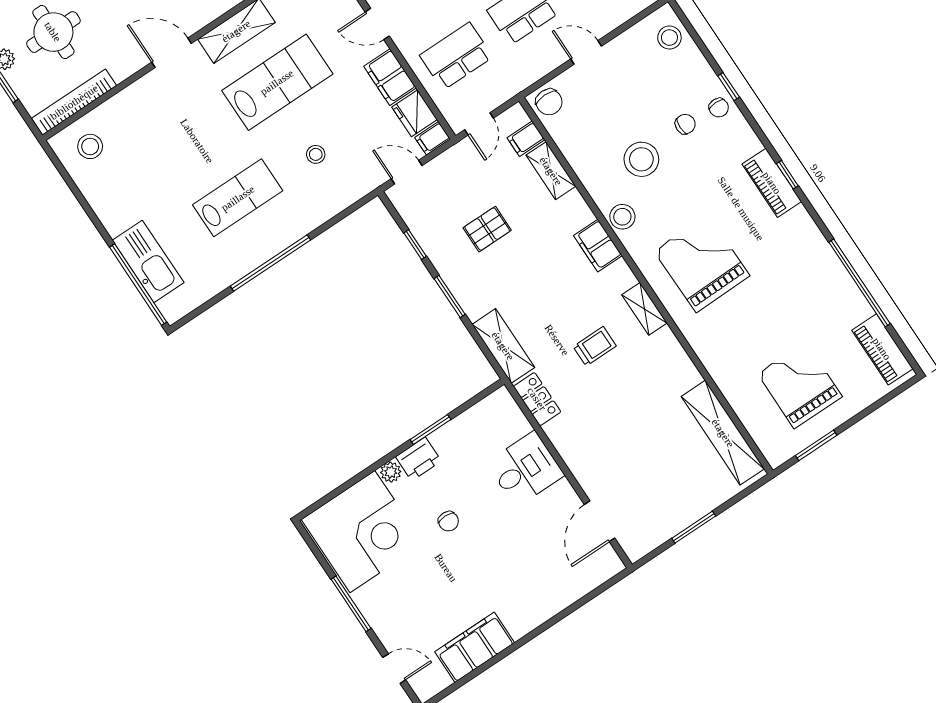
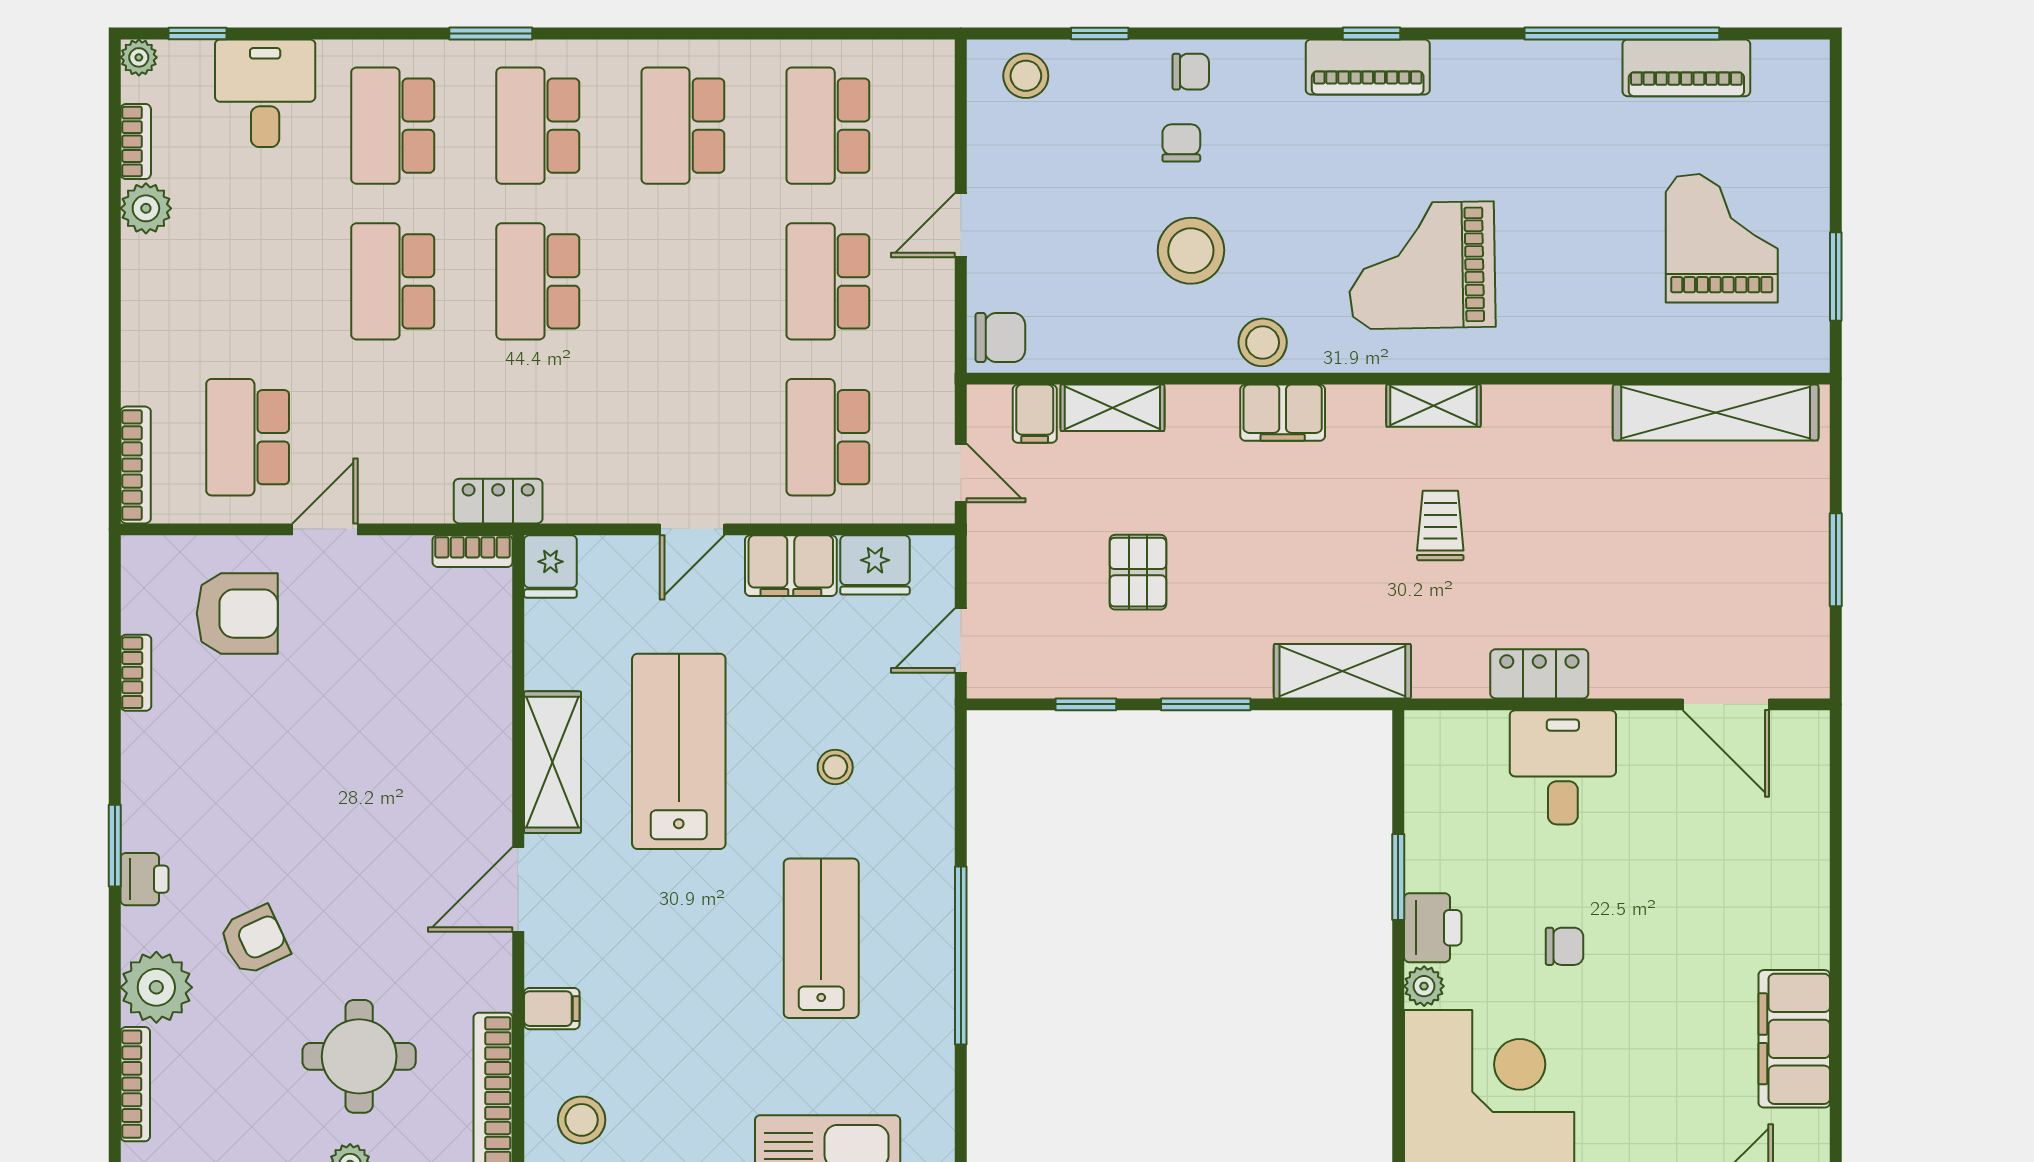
window: (729, 87) -> (1100, 33), moved
filing cabinet: (433, 138) -> (552, 1009), moved, turned -90
piano: (882, 349) -> (1686, 68), moved
grand piano: (800, 385) -> (1722, 238), turned 90
locker: (537, 399) -> (1539, 674), moved

